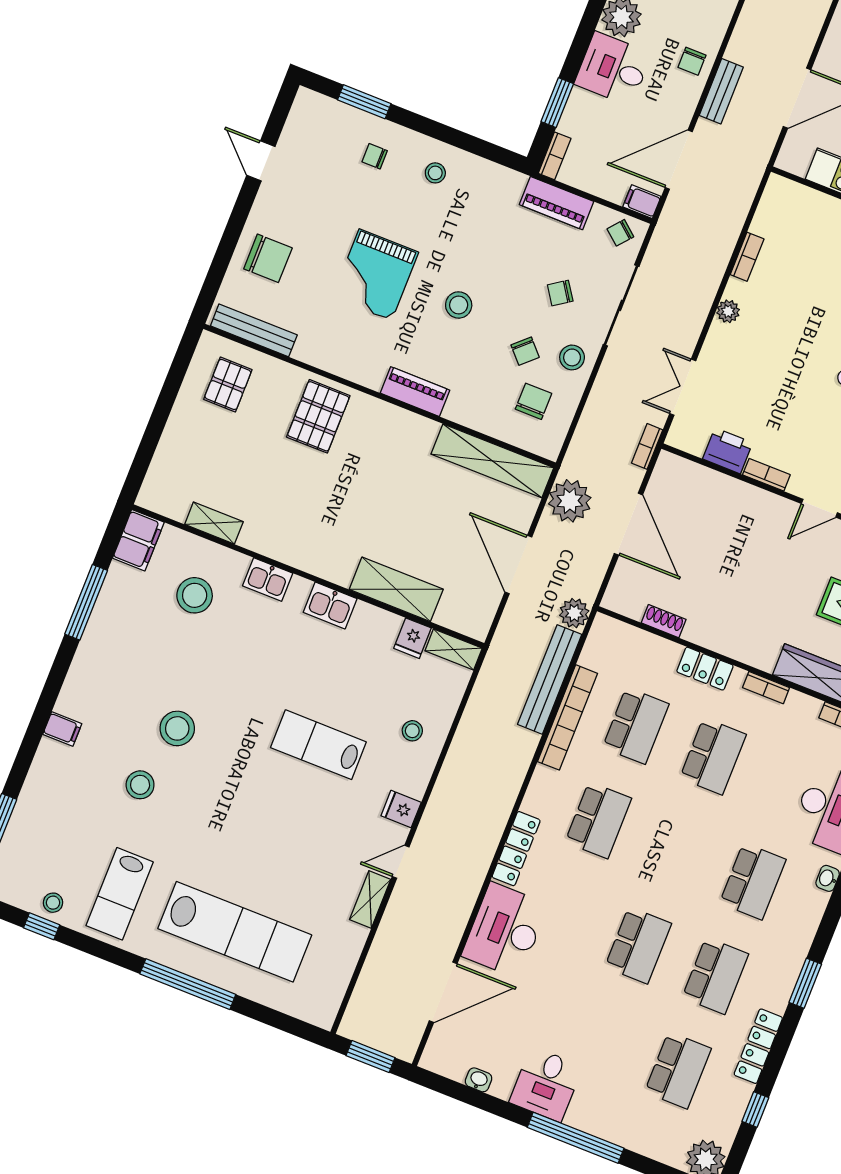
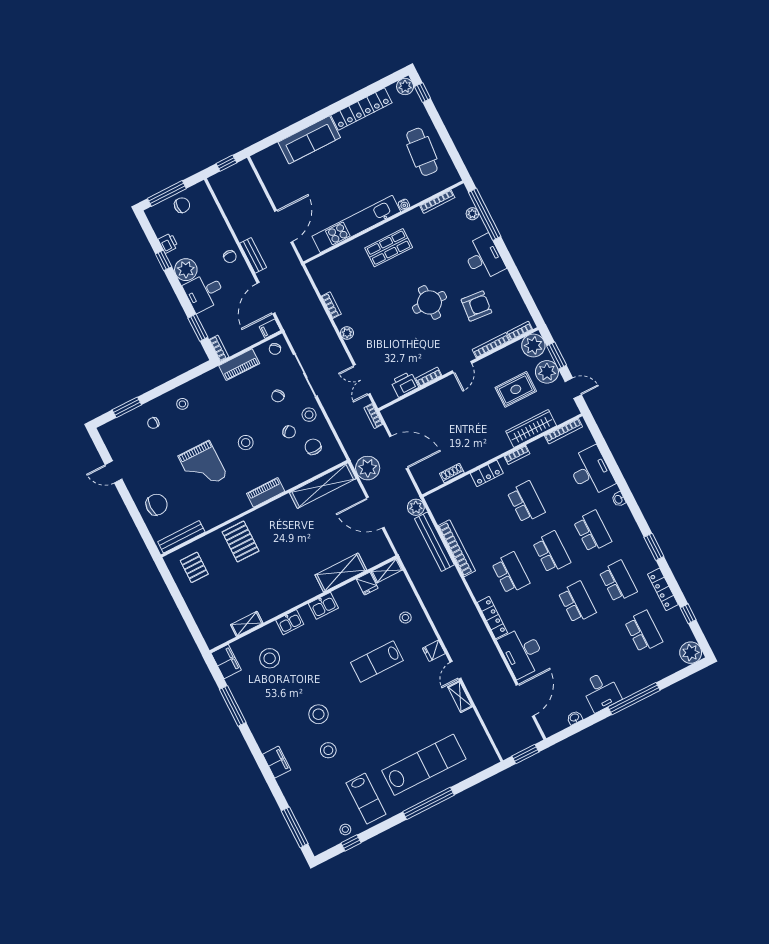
school desk: (636, 726) -> (552, 552), moved
filing cabinet: (62, 729) -> (277, 762), width x2.00

